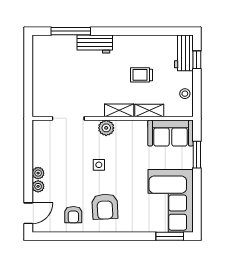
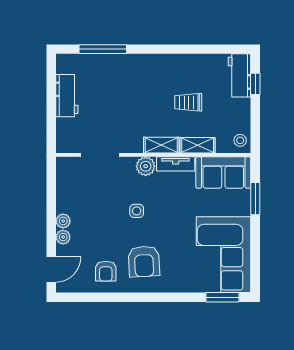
workbench: (95, 44) -> (67, 96), moved, turned -90
stool: (185, 94) -> (240, 140), moved
tv unit: (131, 126) -> (176, 164), added

